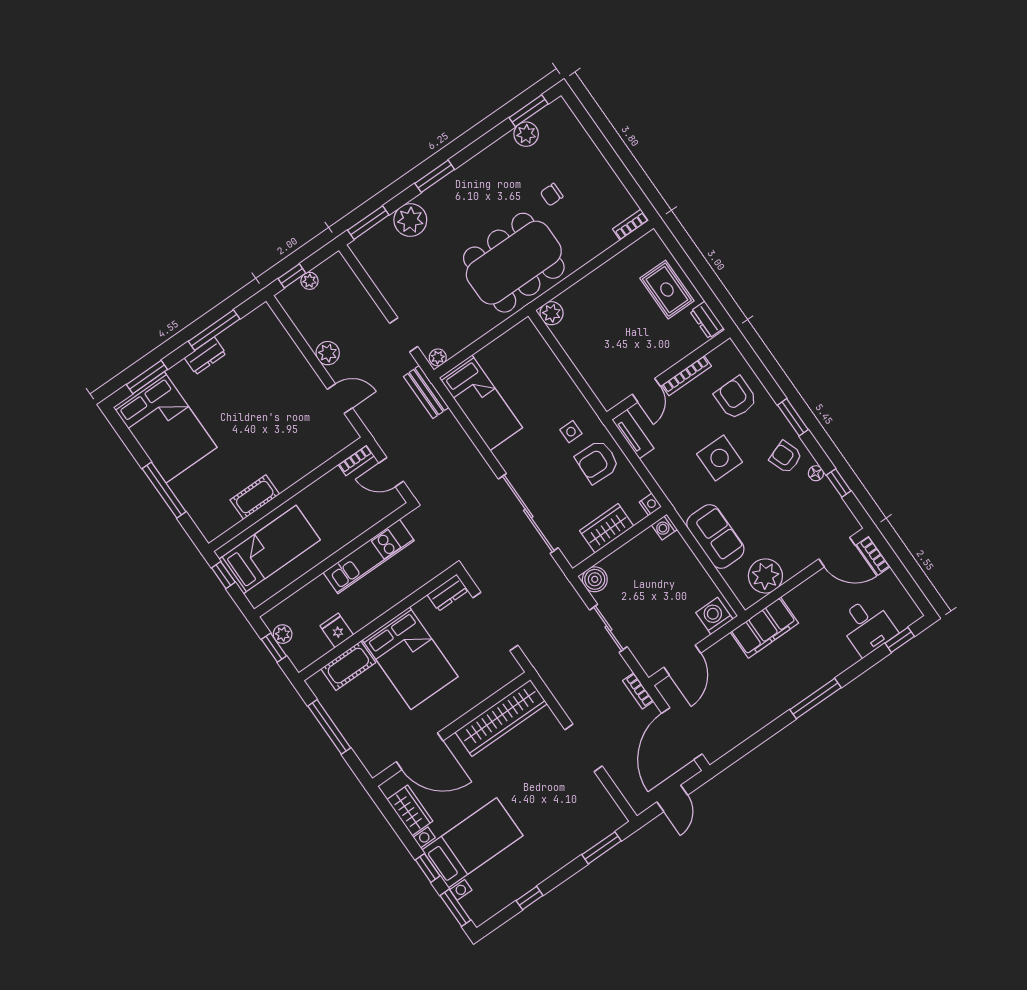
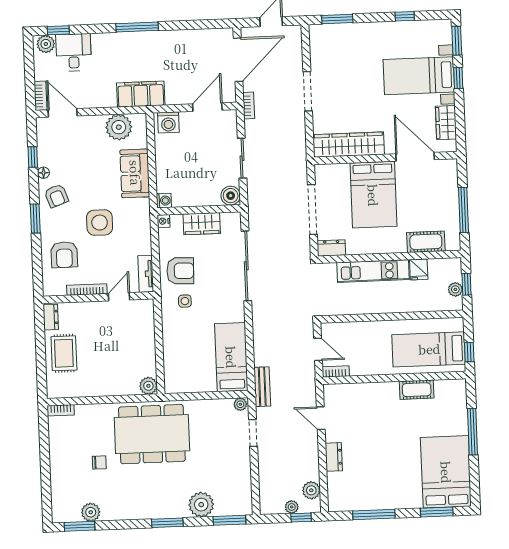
plant: (328, 353) -> (311, 490), moved
dresser: (205, 356) -> (334, 457), moved, turned 90
kitchen unit: (369, 557) -> (373, 271), moved, turned 180
plant: (904, 616) -> (46, 44), added
bed: (410, 658) -> (373, 195), moved, turned 180

